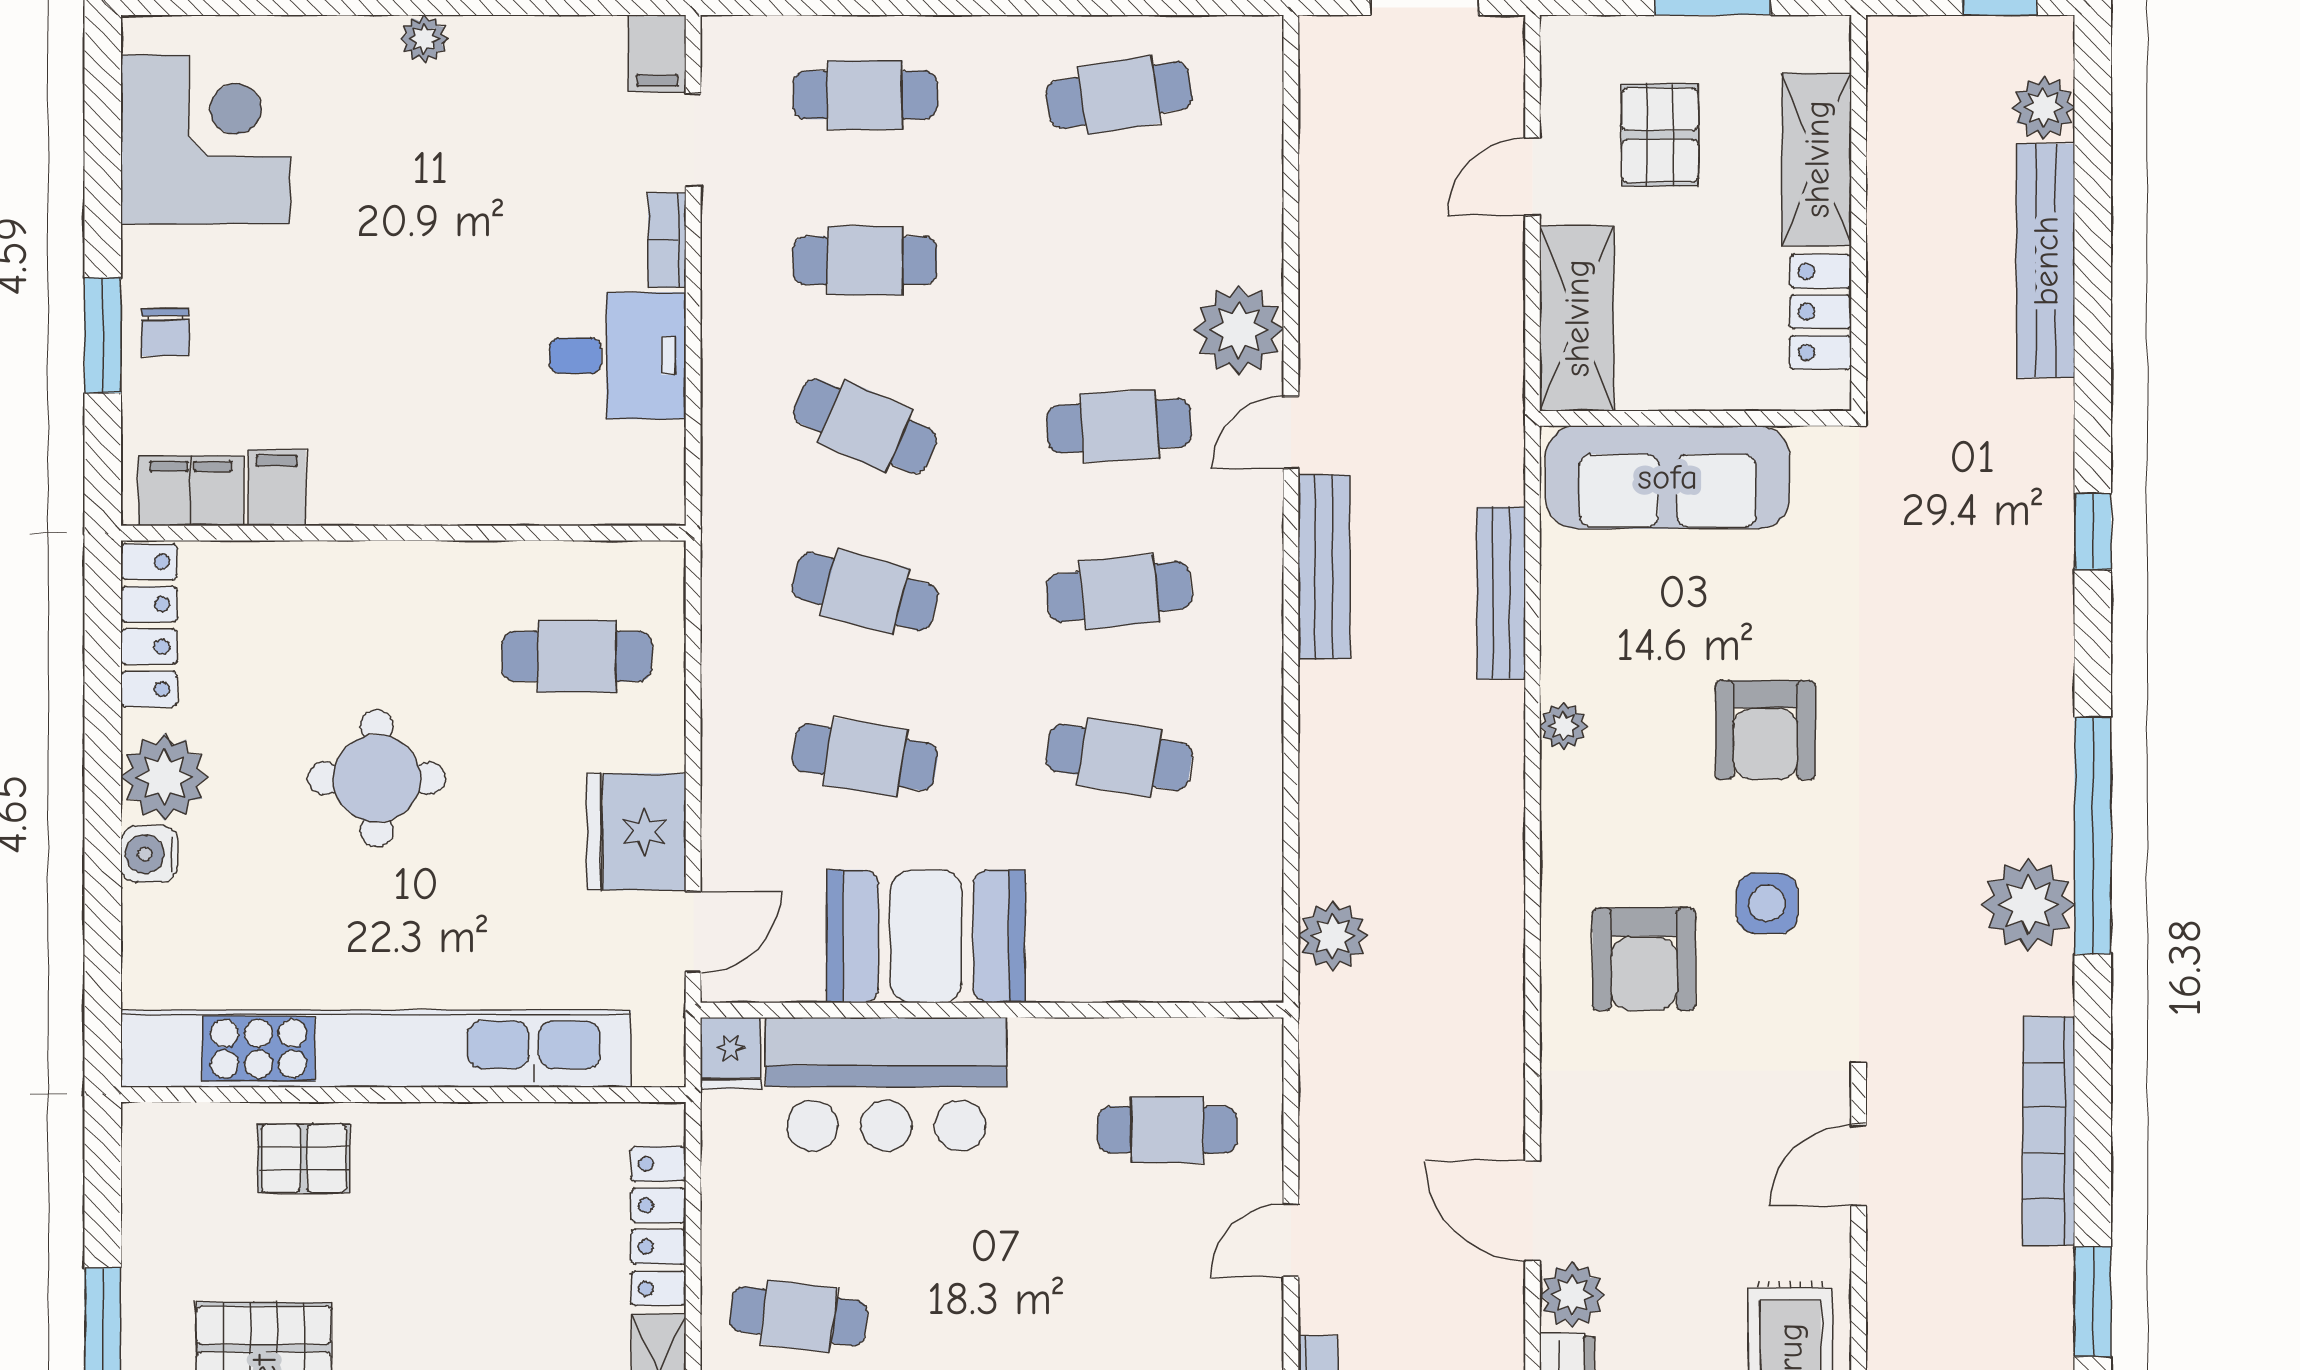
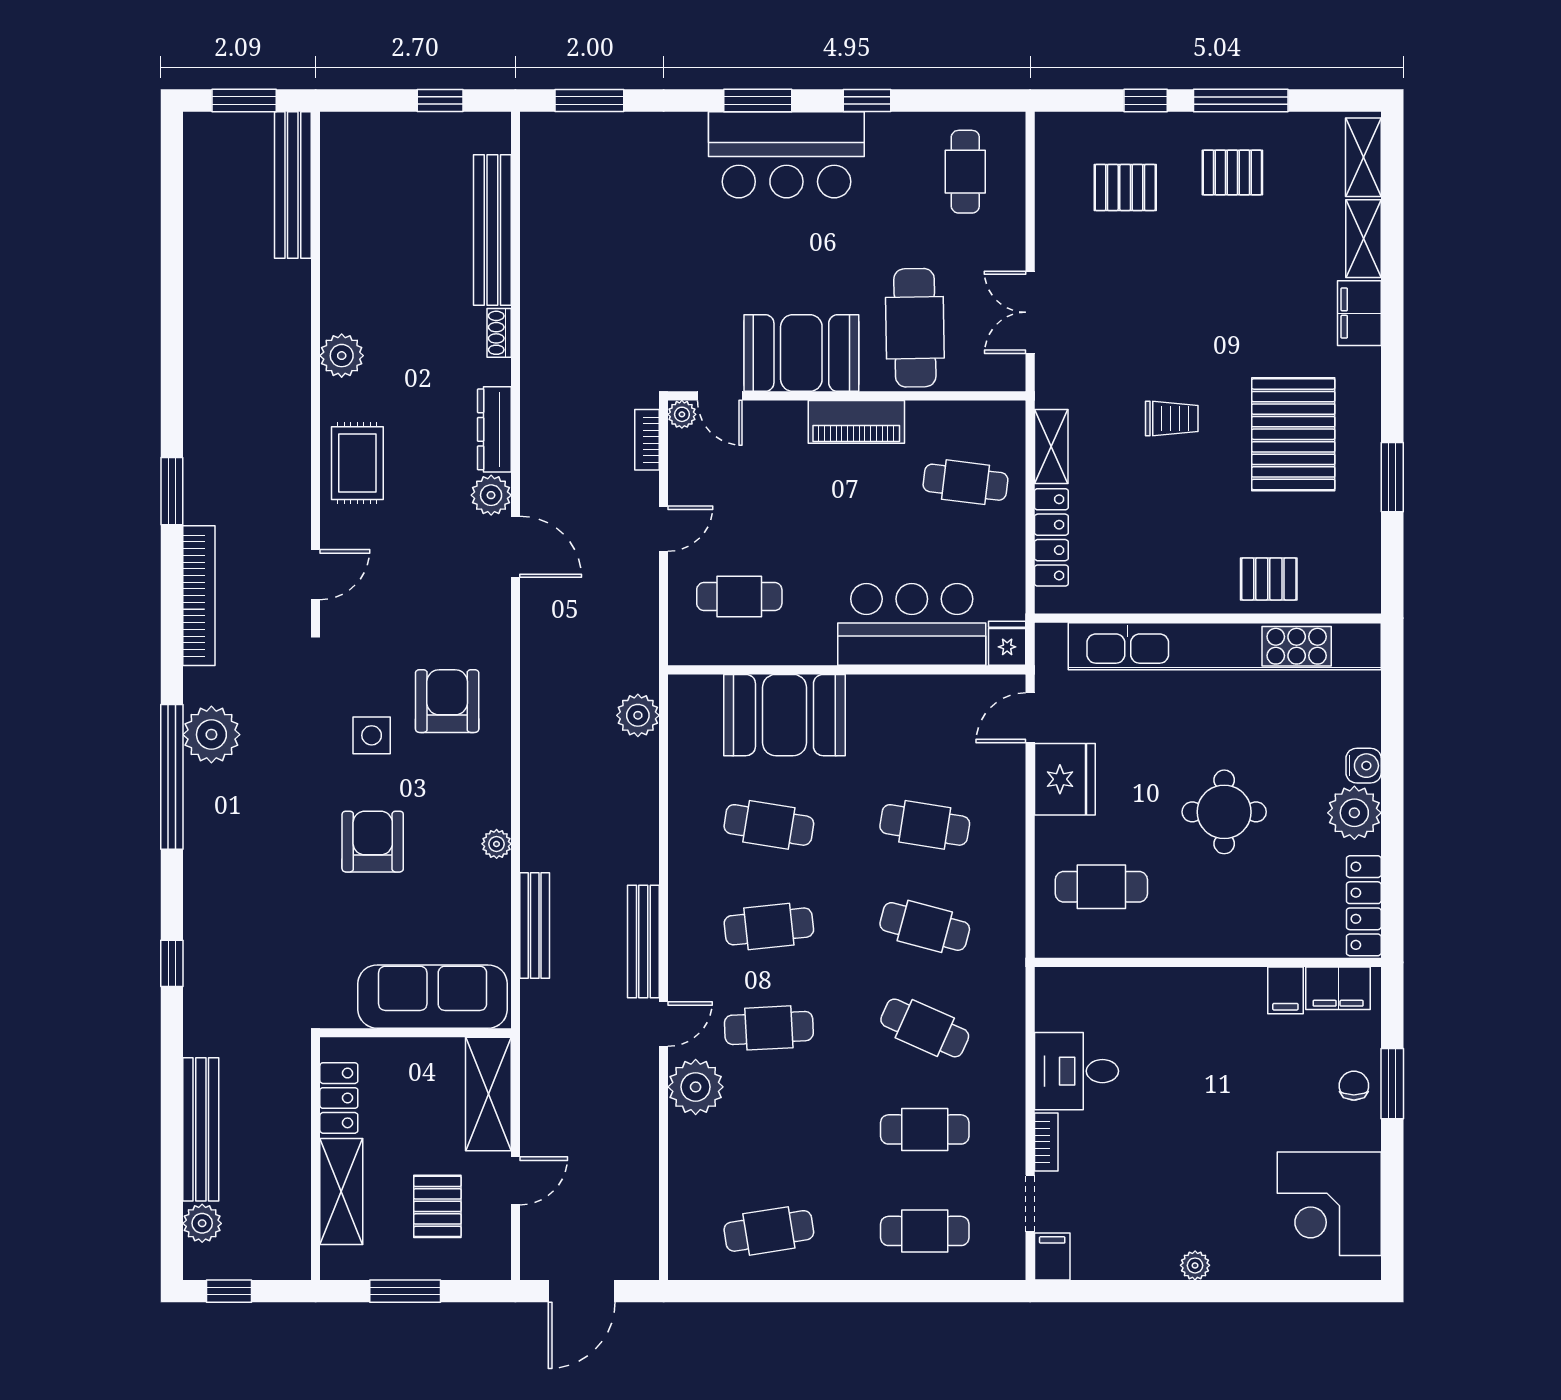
booth: (926, 936) -> (784, 715), moved

